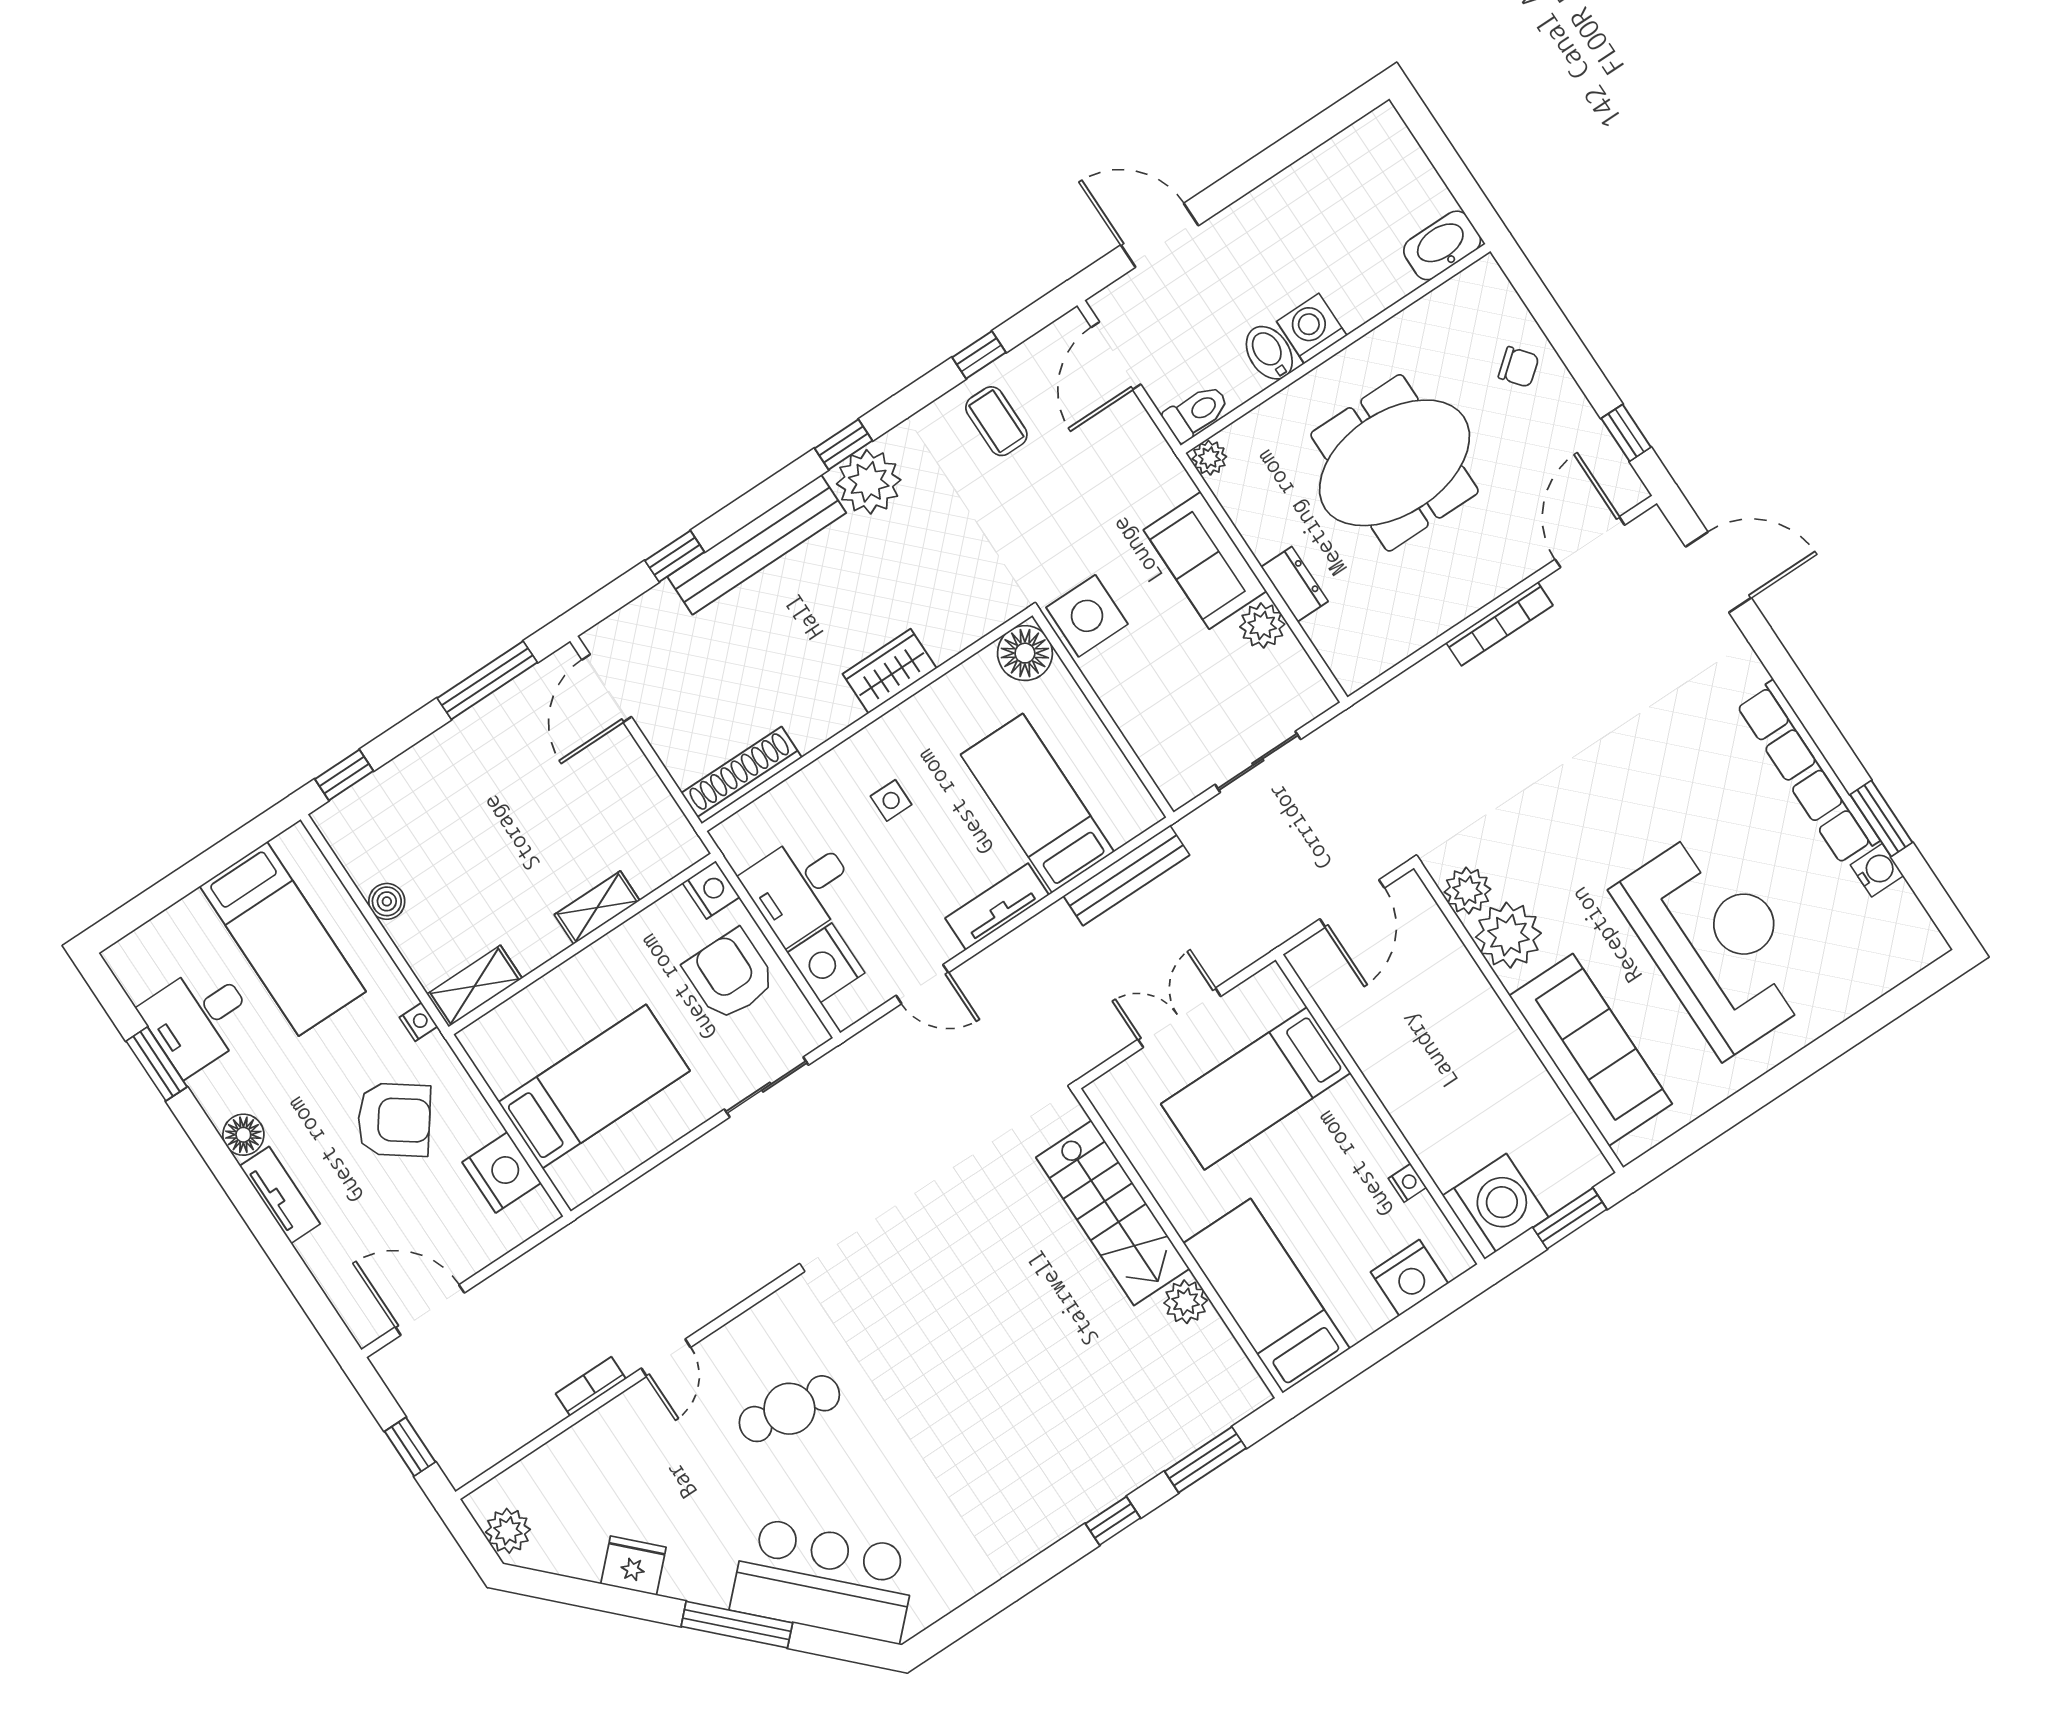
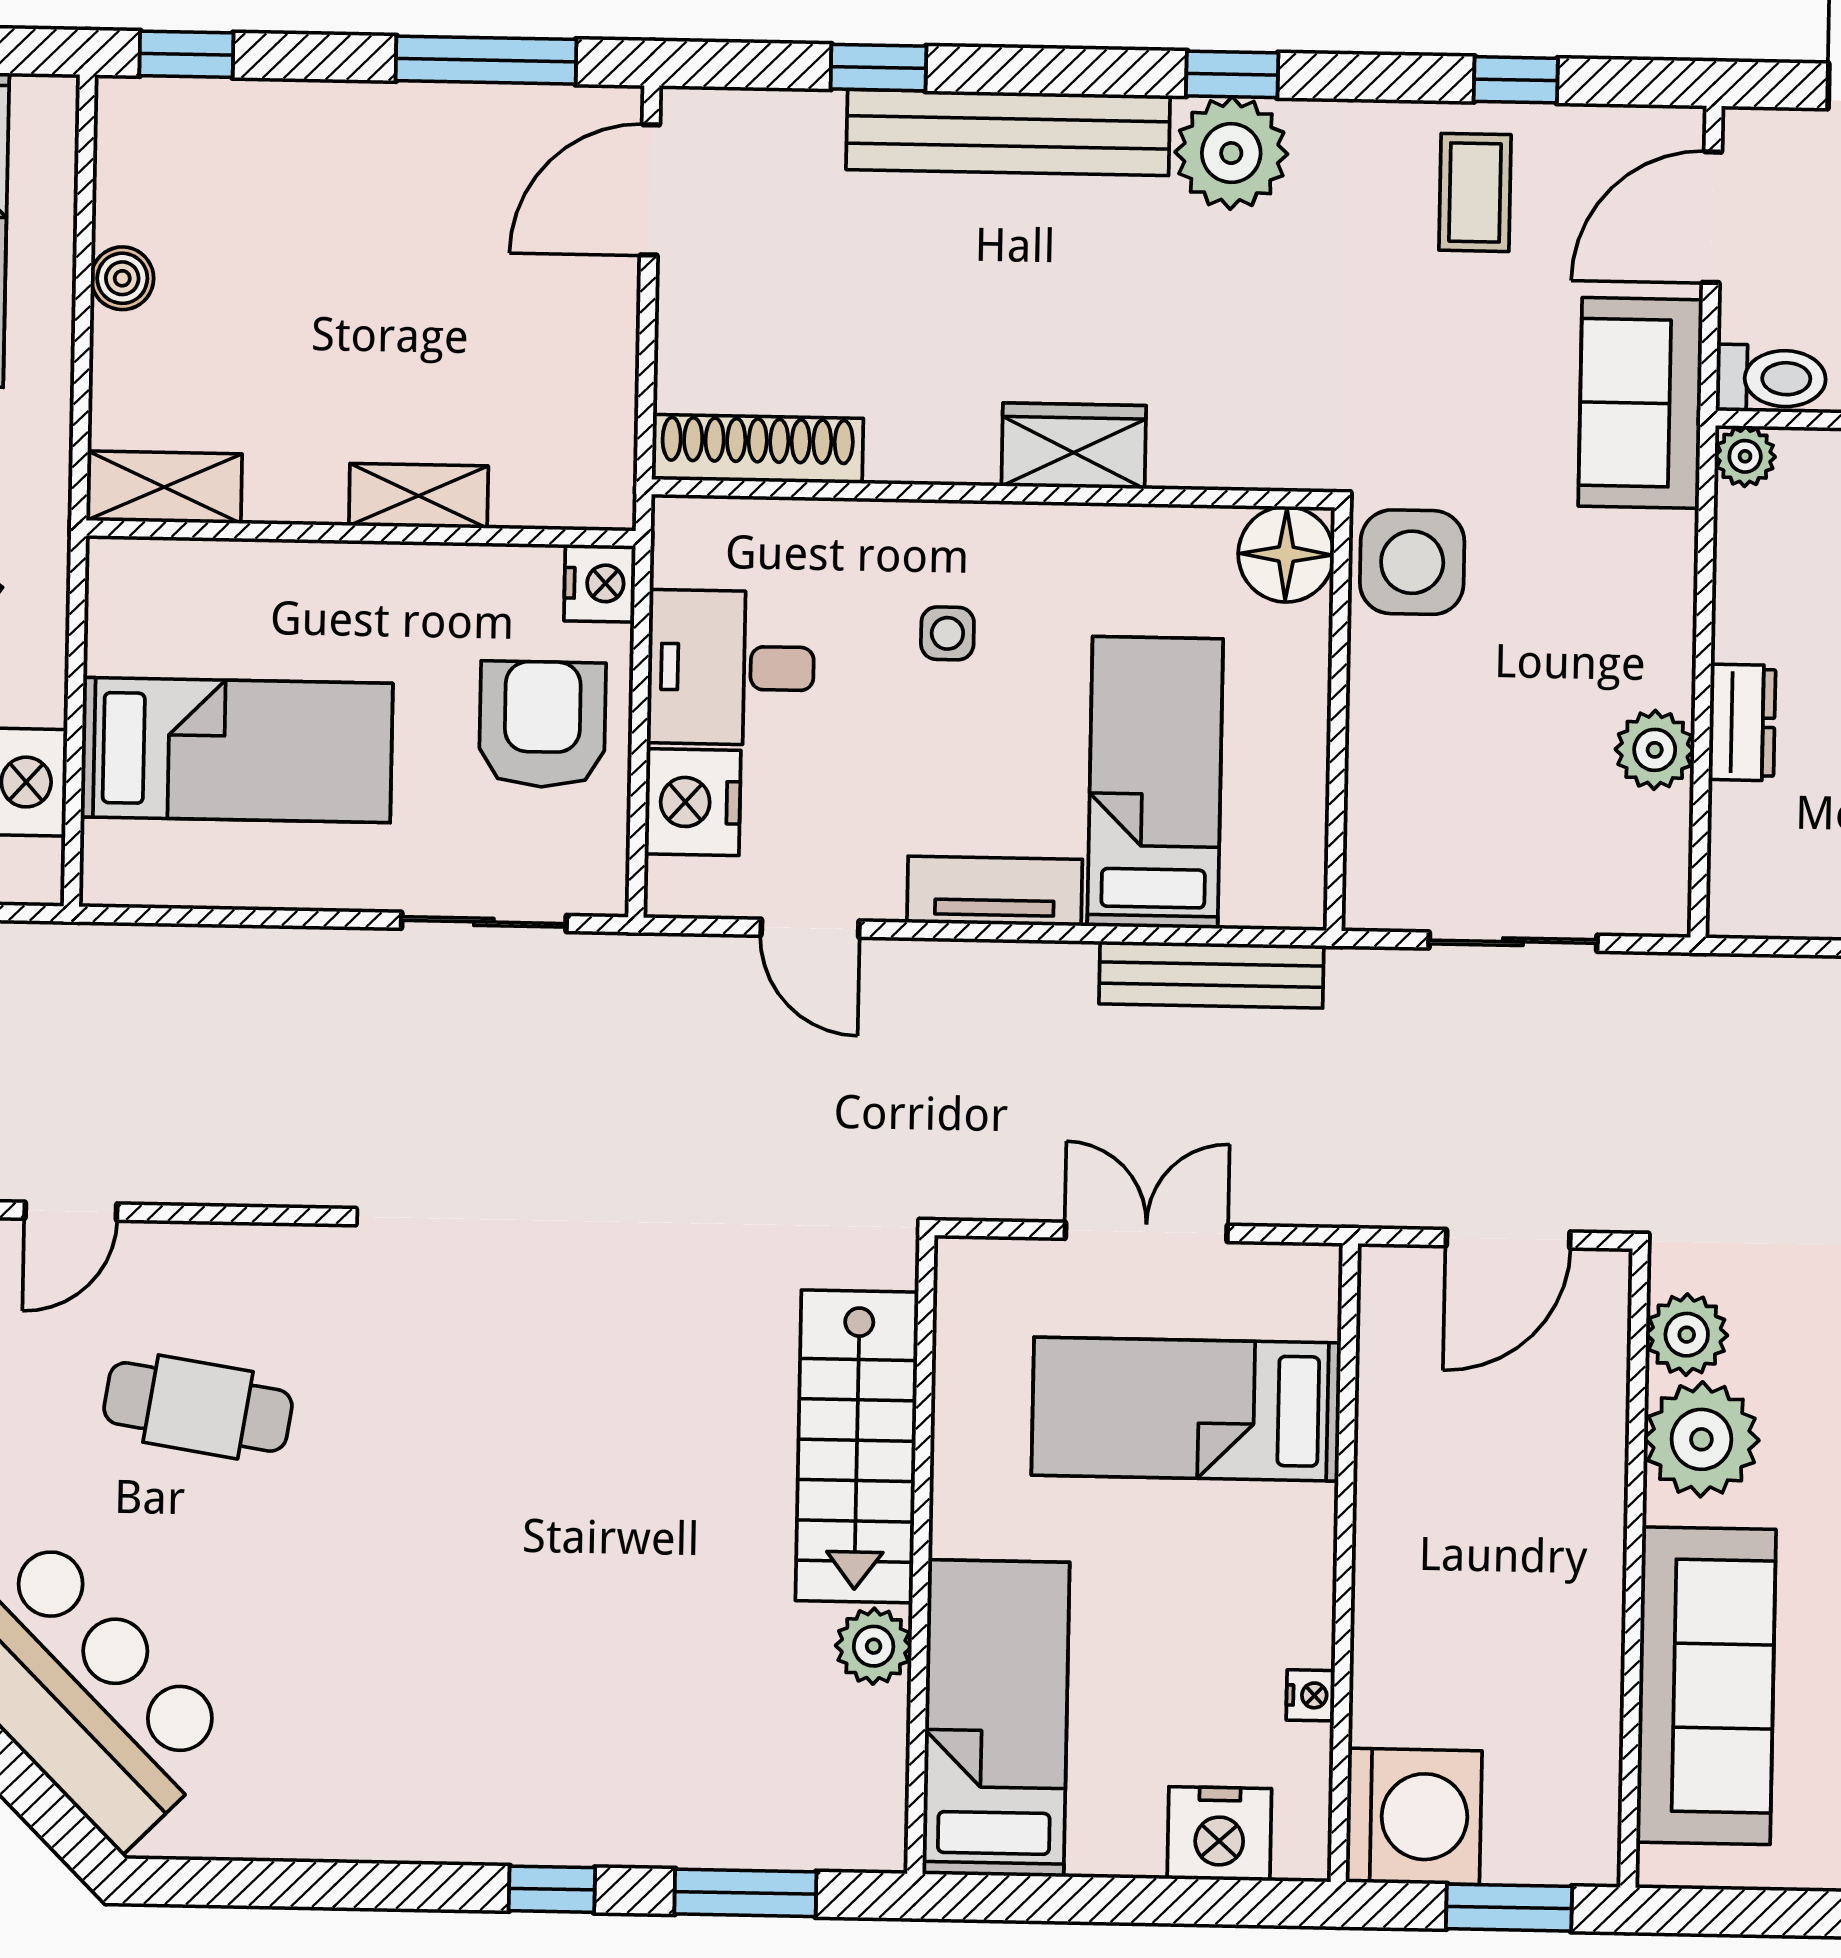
sofa: (1205, 560) -> (1641, 403), moved
nightstand: (418, 1022) -> (48, 483), removed

